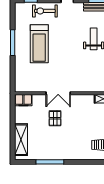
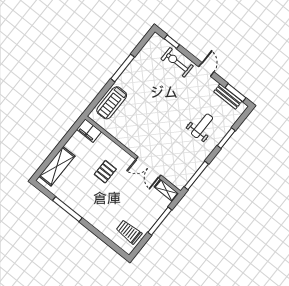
treadmill: (39, 44) -> (112, 103), moved, width x0.73, depth x0.73
double door: (58, 93) -> (148, 167), moved

